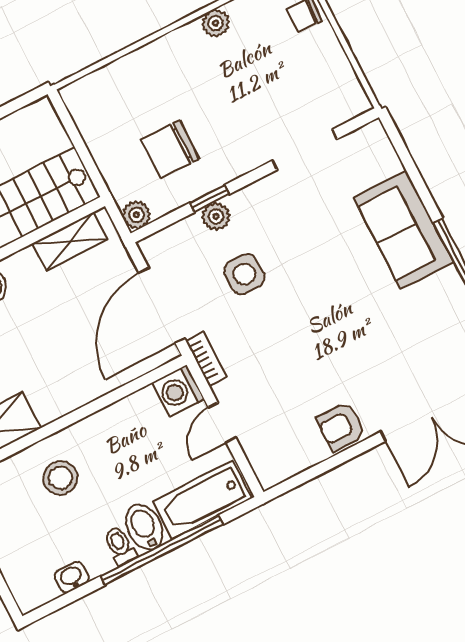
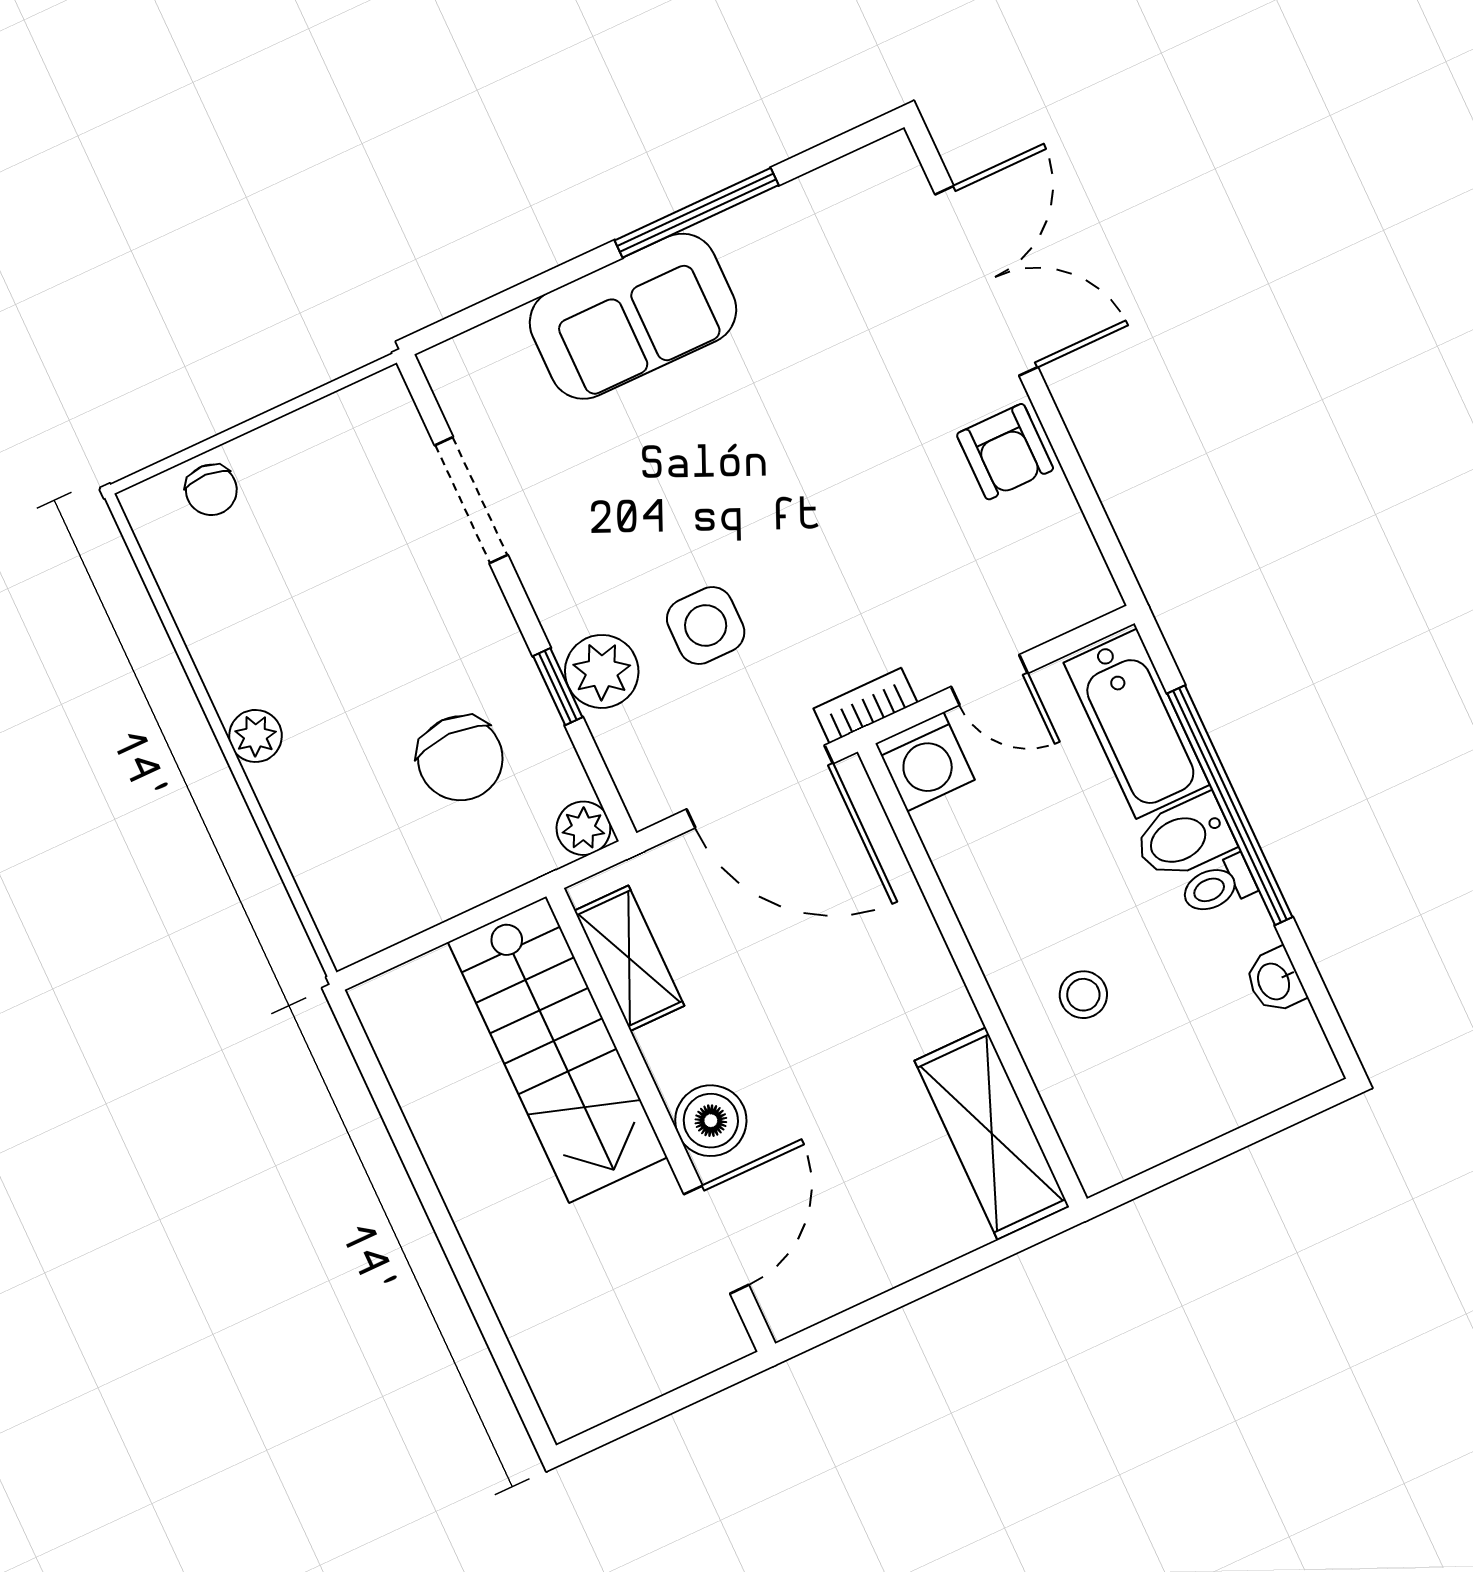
plant: (216, 23) -> (256, 736), moved
plant: (216, 216) -> (602, 671), width x1.38, depth x1.38
stool: (60, 478) -> (1083, 995), width x0.73, depth x0.73

